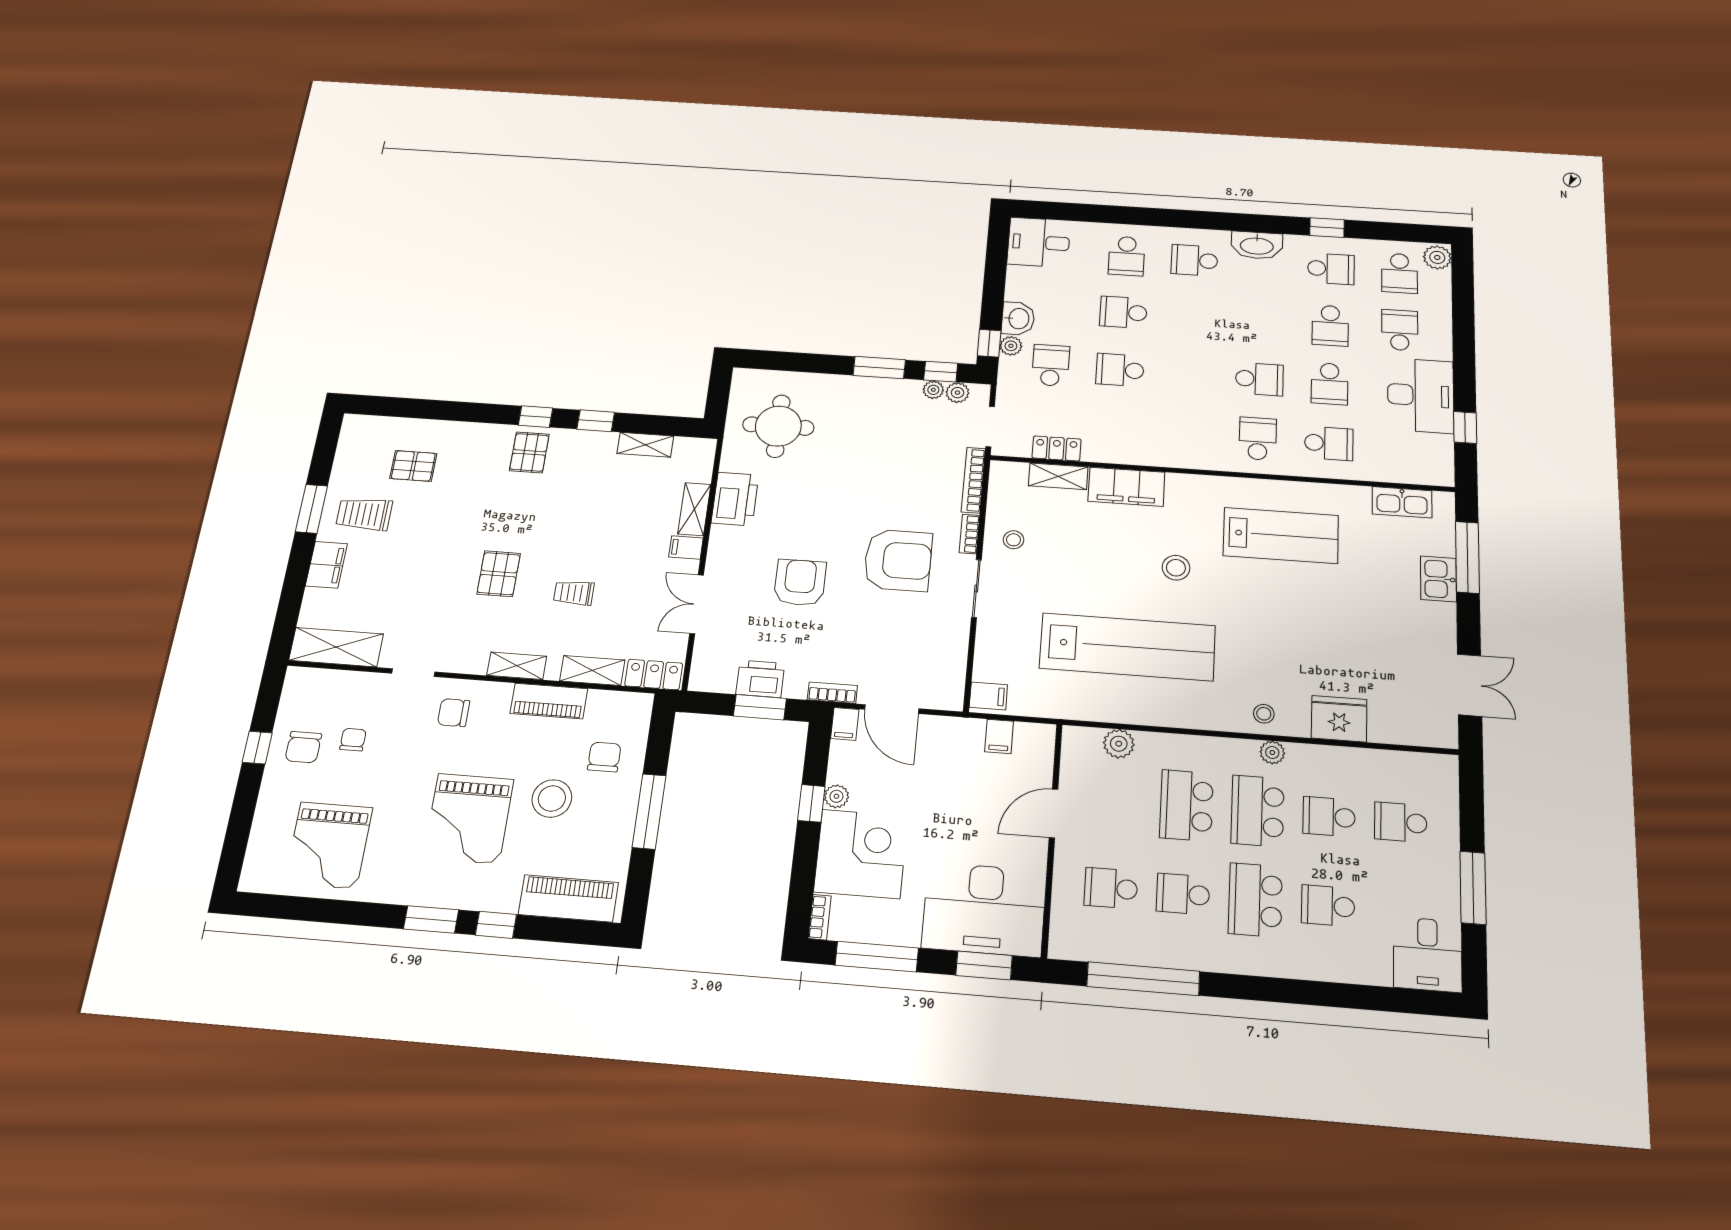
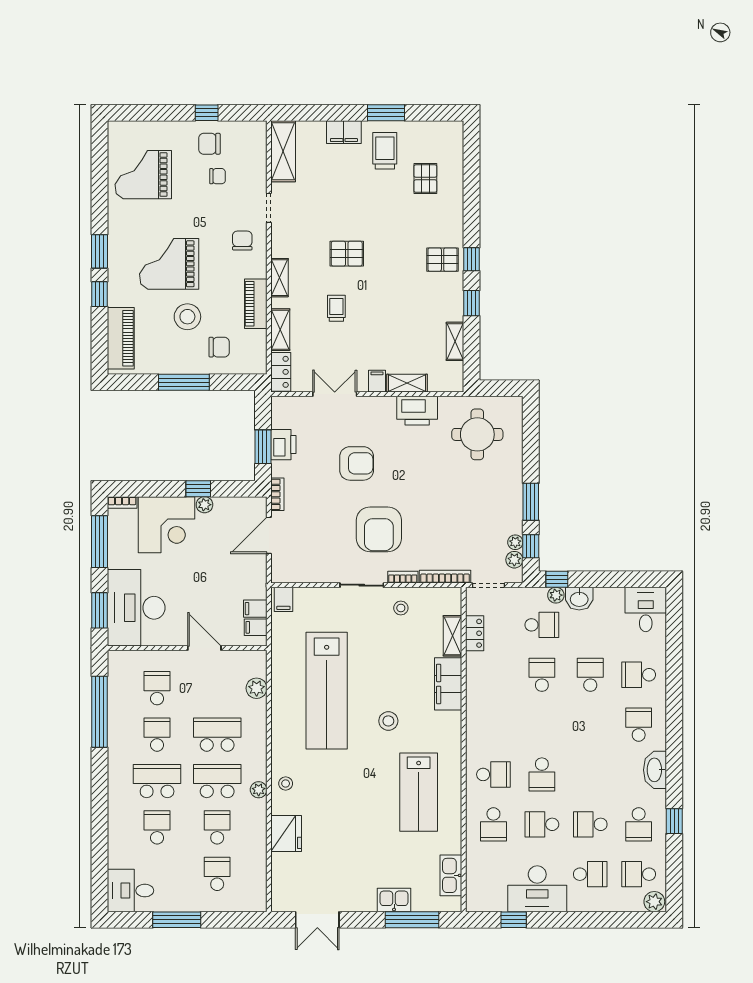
filing cabinet: (845, 724) -> (256, 627), moved

